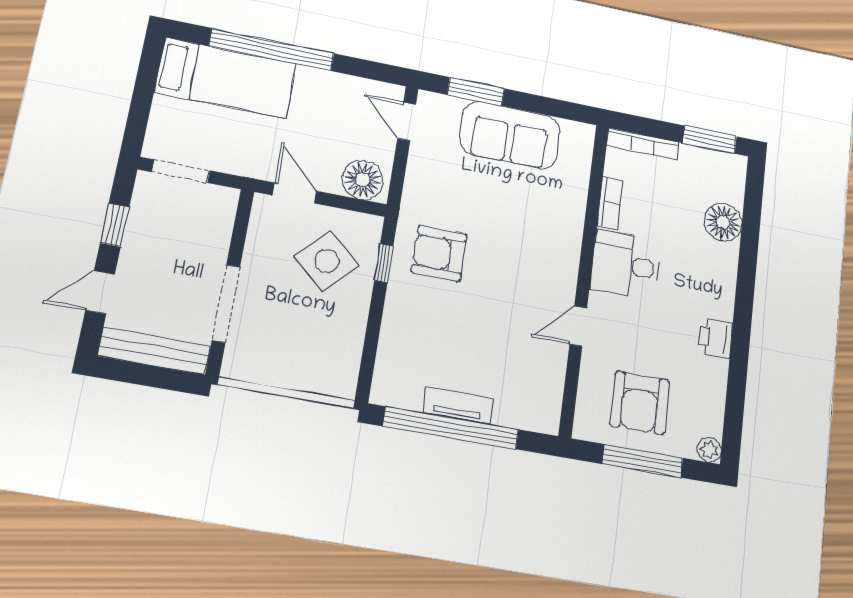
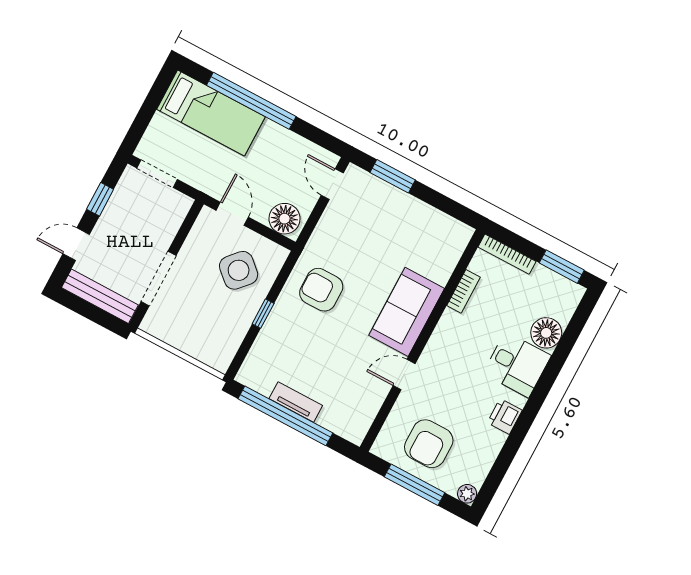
sofa: (510, 135) -> (407, 312), moved, turned 90
window: (384, 263) -> (263, 314), moved
desk: (626, 265) -> (517, 365), moved, turned 180

